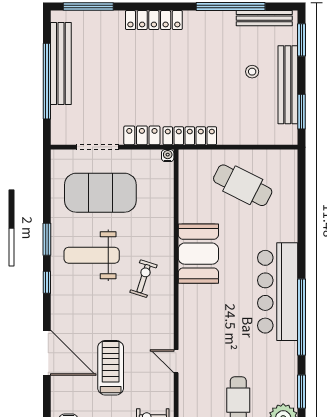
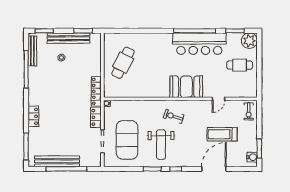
locker: (154, 20) -> (33, 116), width x0.66
booth: (198, 254) -> (186, 87), moved
bar counter: (278, 292) -> (199, 44), moved

